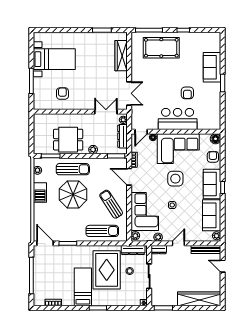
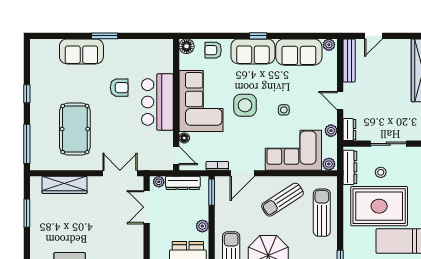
pool table: (161, 48) -> (75, 129), moved

